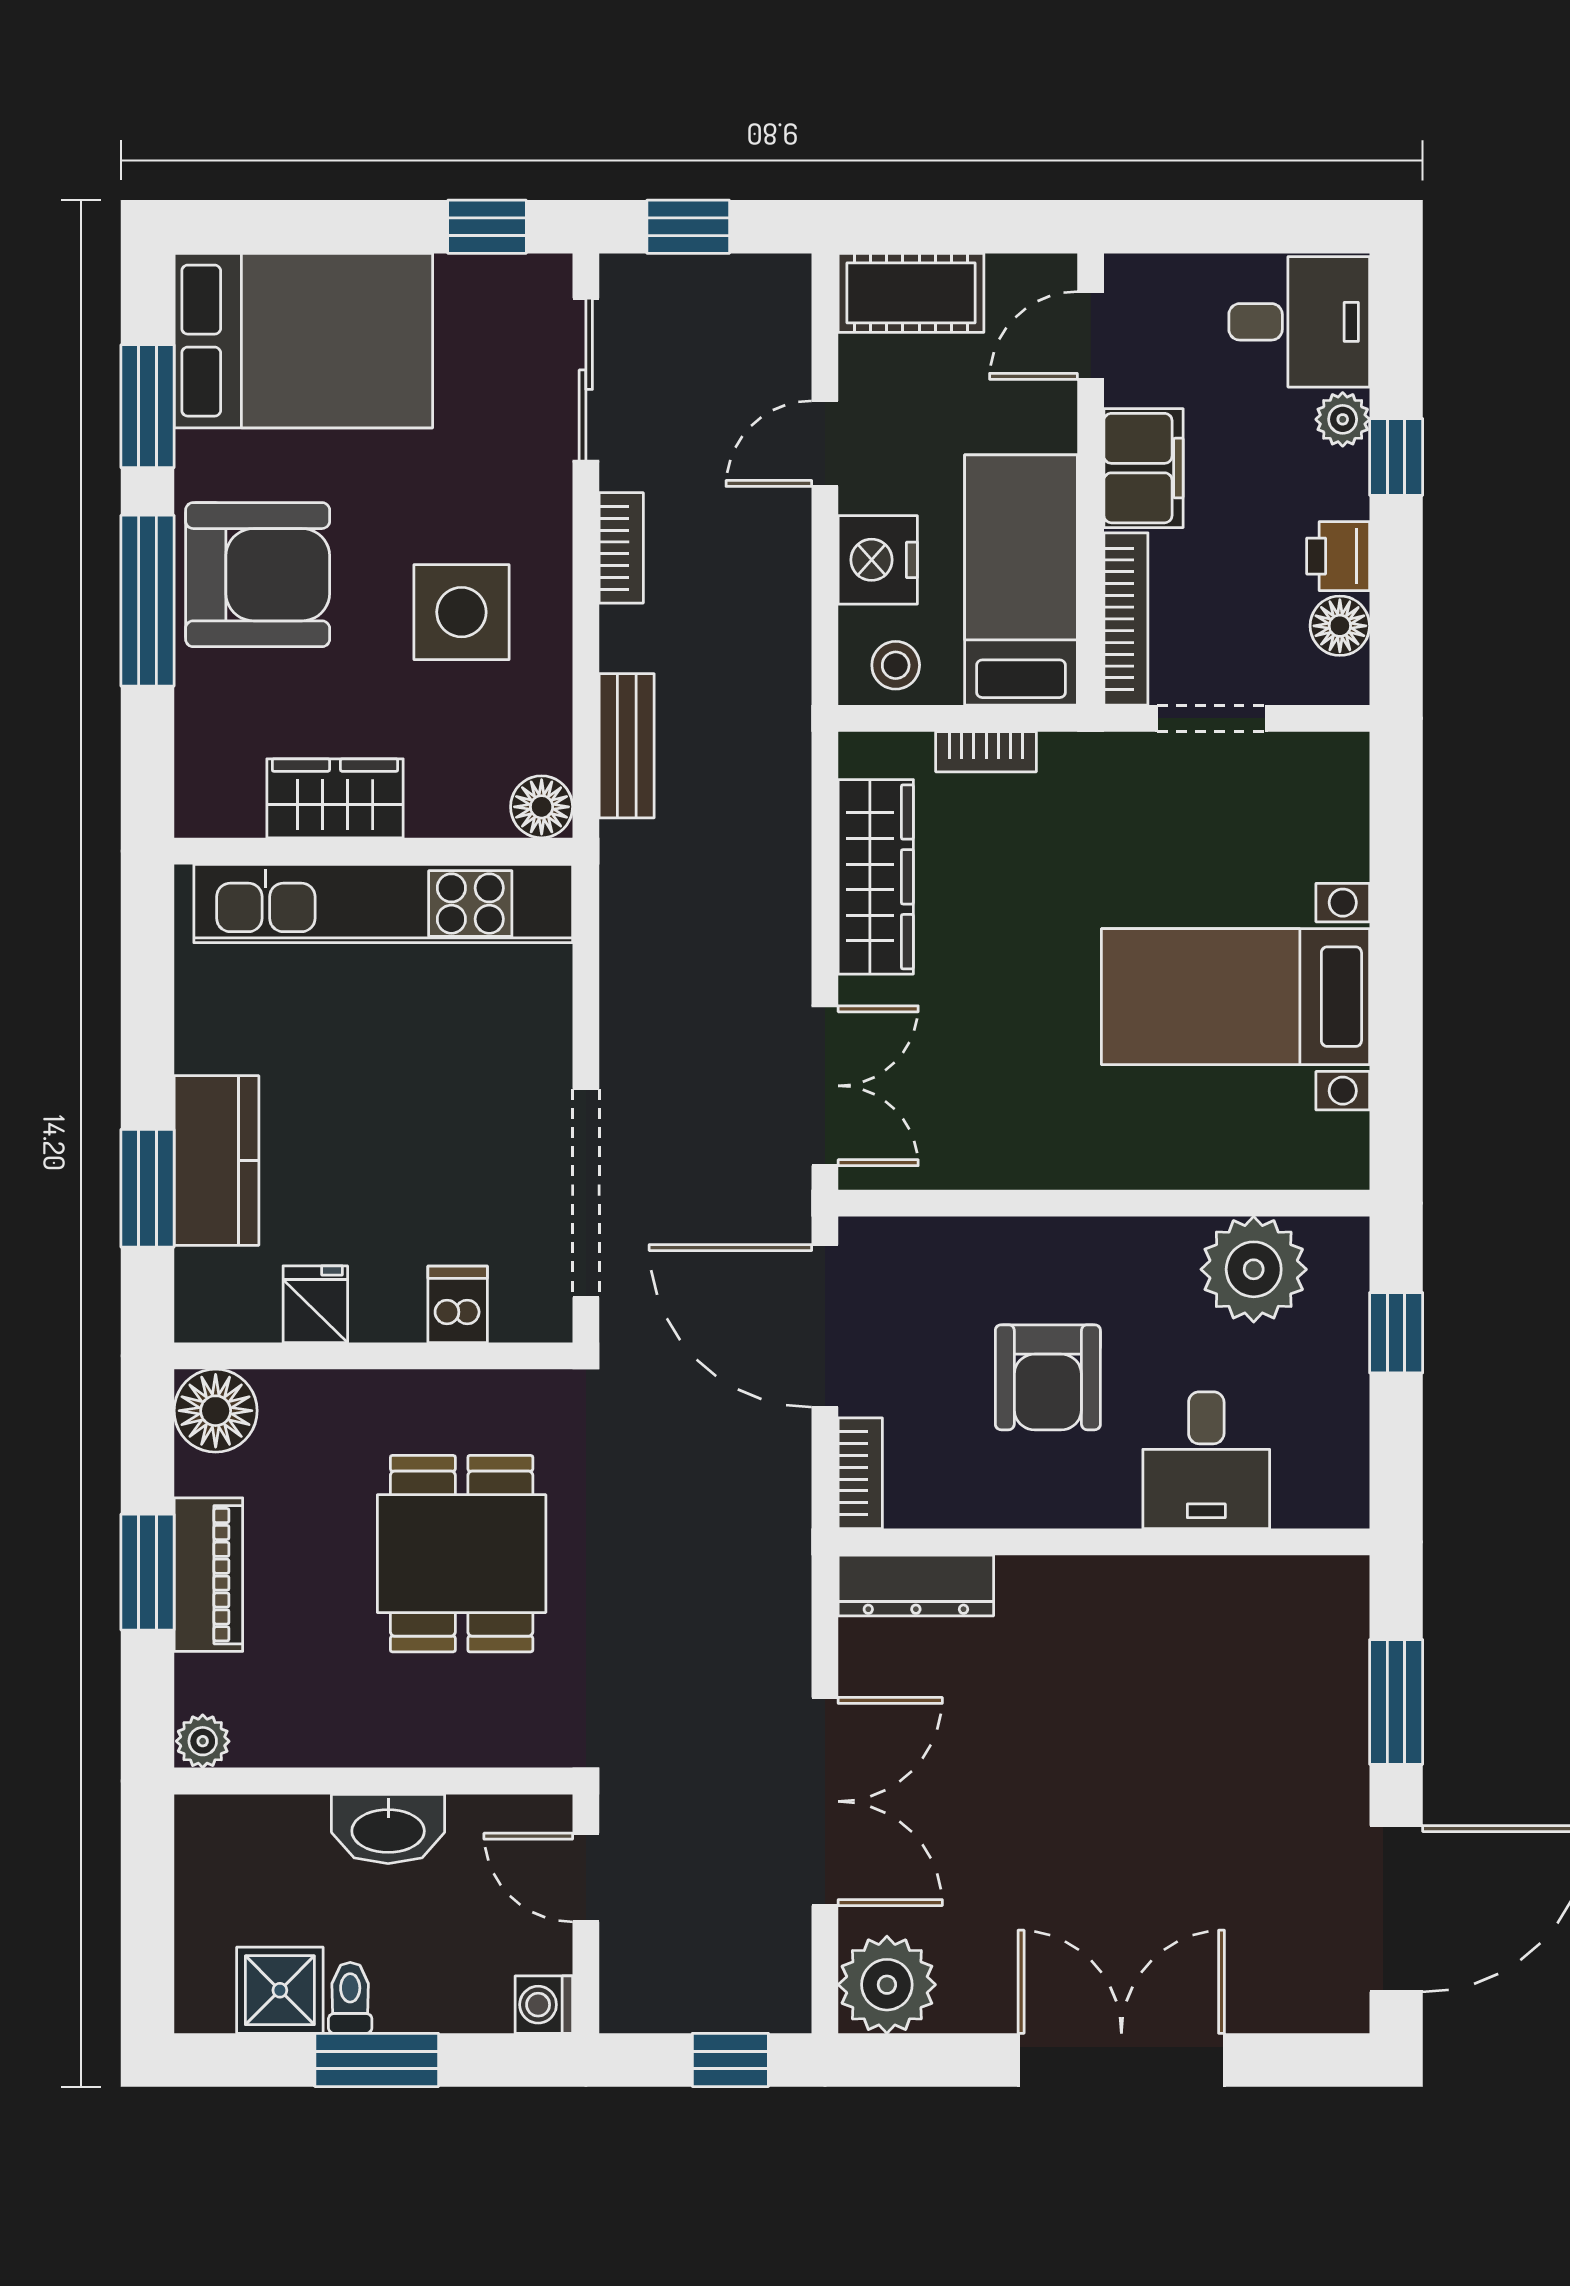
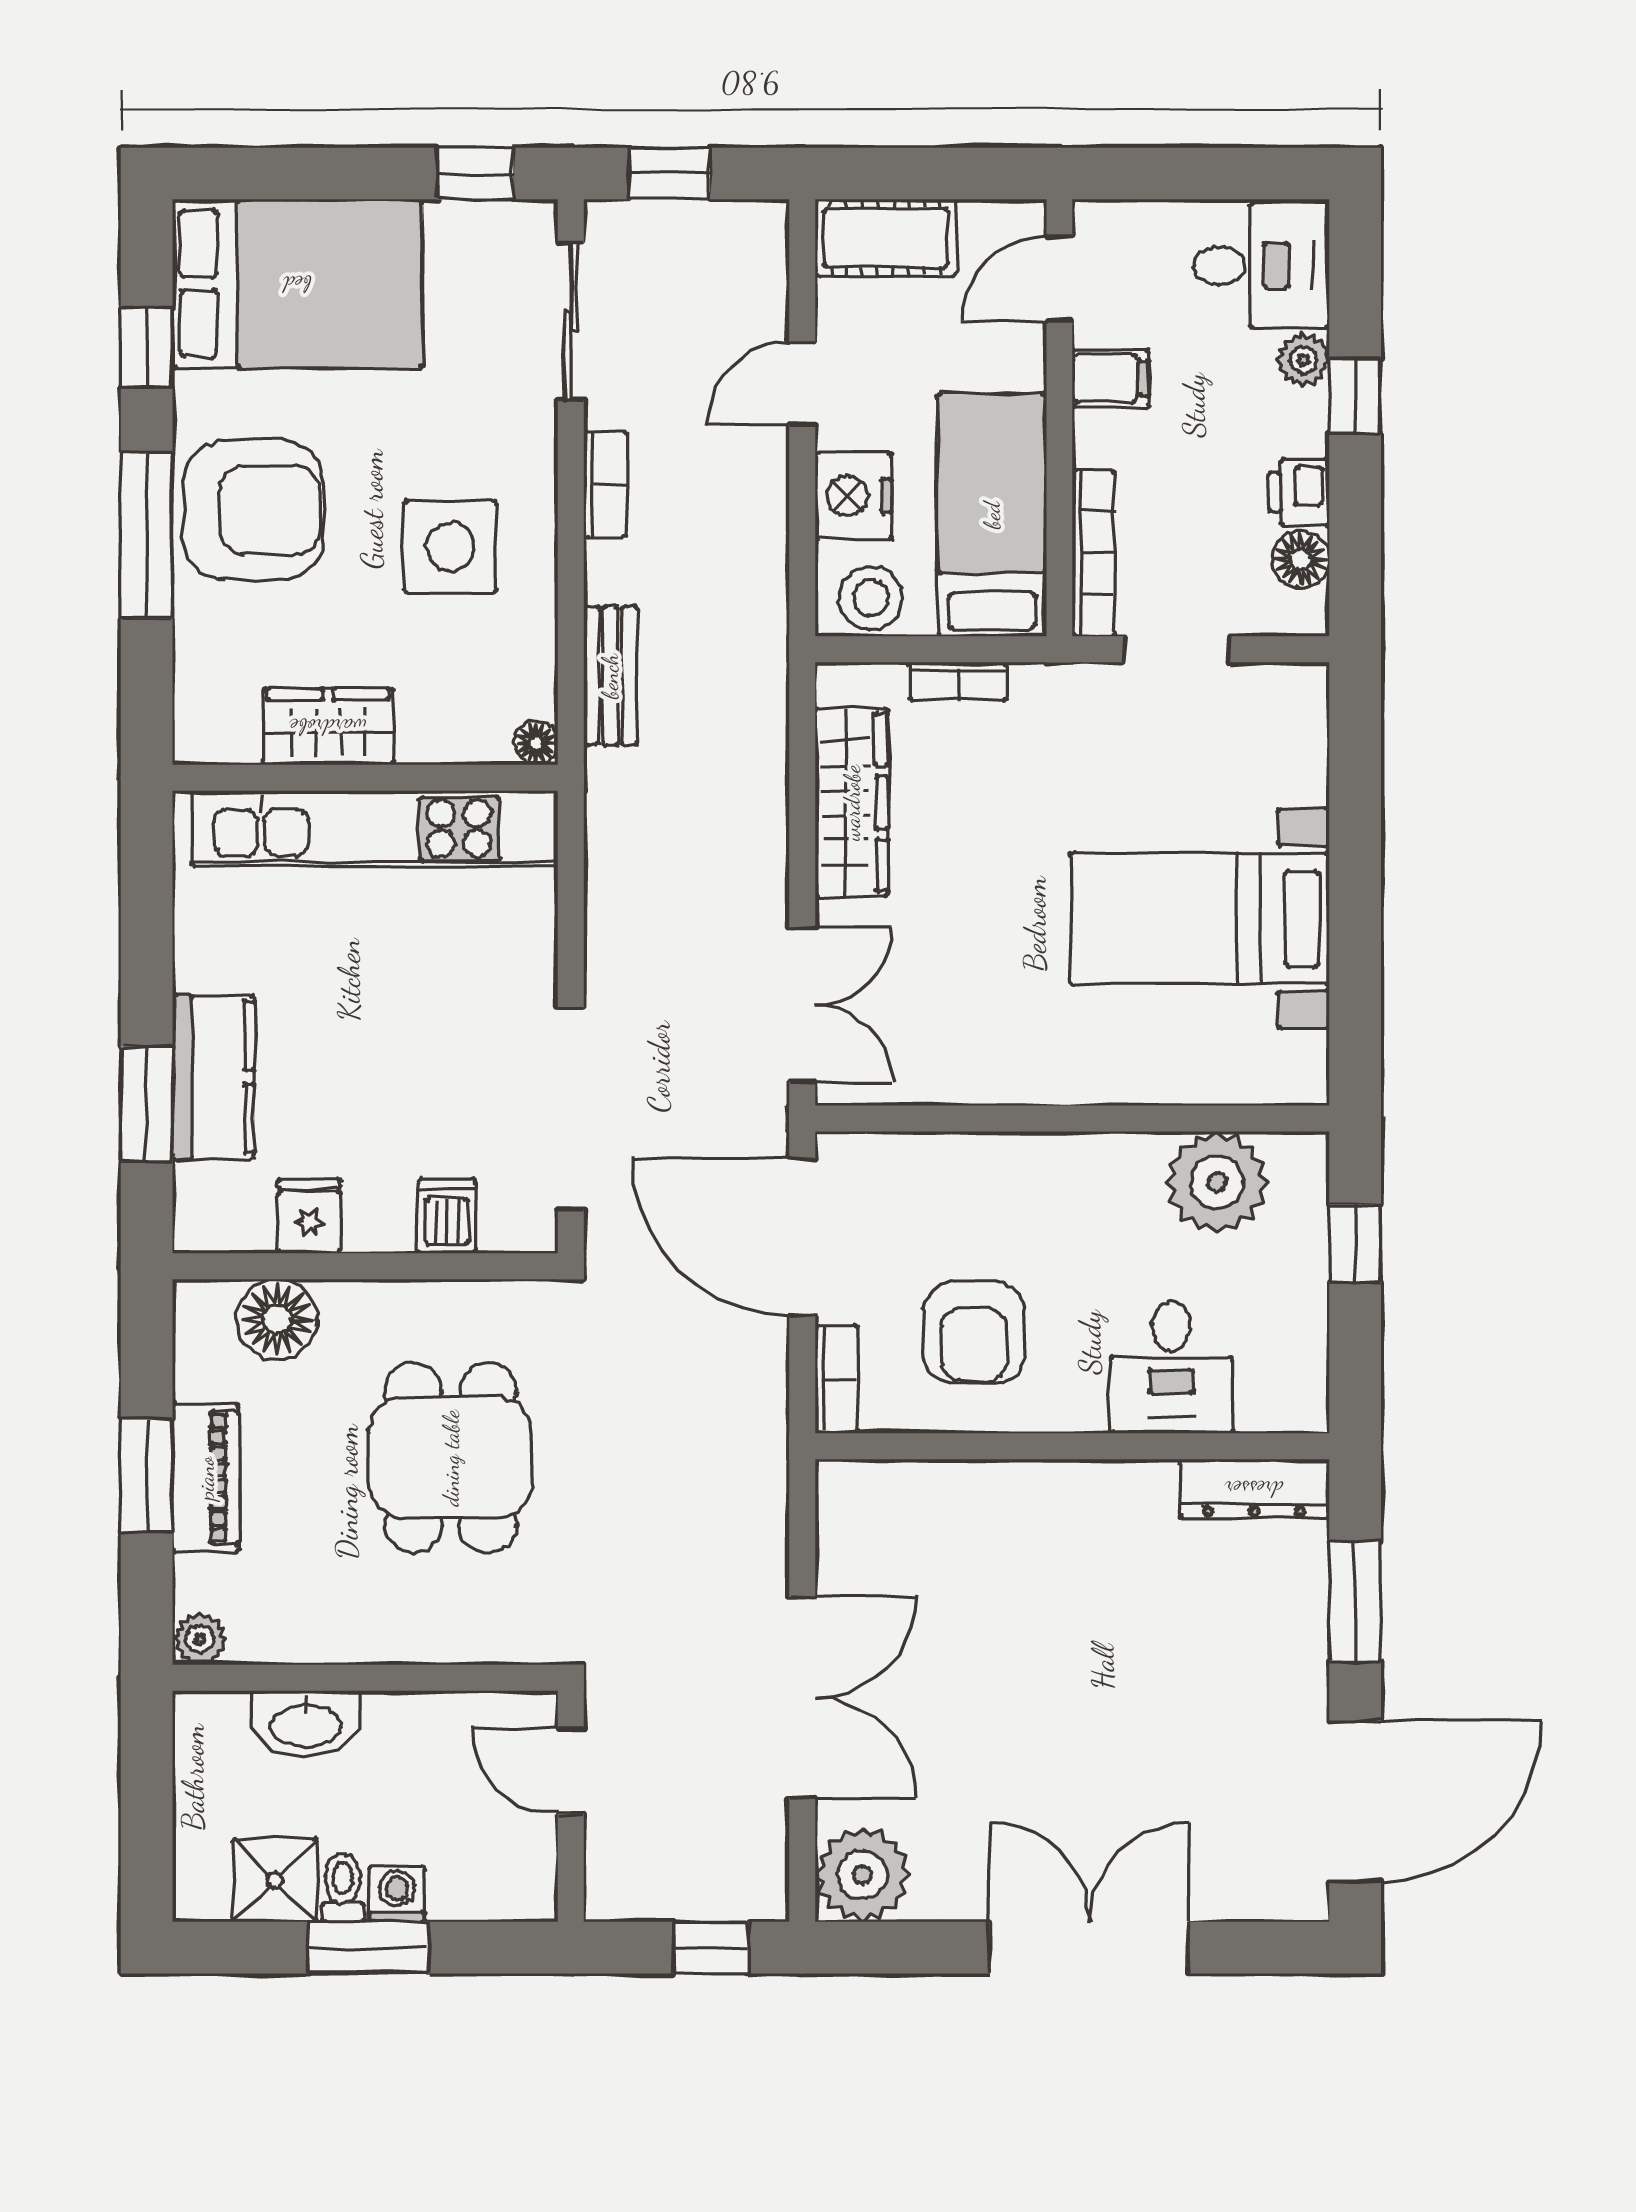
window: (147, 406) -> (147, 347), width x0.67
filing cabinet: (1144, 468) -> (1111, 378), width x0.50
stool: (896, 665) -> (871, 598), width x1.37, depth x1.37
floor lamp: (542, 807) -> (536, 743), width x0.73, depth x0.73
armchair: (1048, 1377) -> (974, 1332), moved
floor lamp: (216, 1411) -> (277, 1319), moved
dresser: (916, 1586) -> (1254, 1489), moved
washbasin: (388, 1829) -> (305, 1724), moved
washing machine: (544, 2005) -> (397, 1894), moved, turned 90

